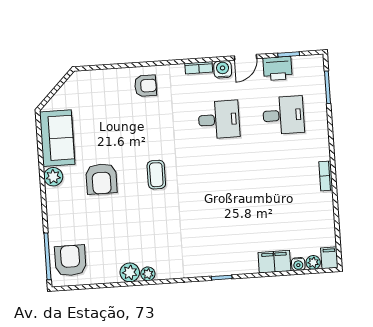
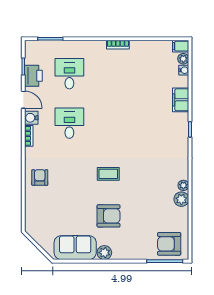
filing cabinet: (274, 262) -> (181, 100), moved

